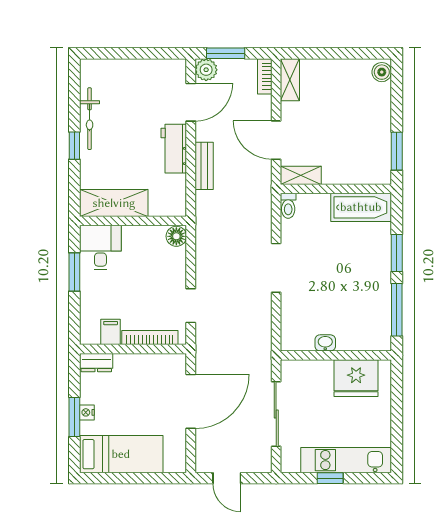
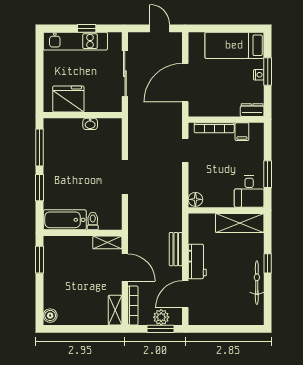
plant: (206, 70) -> (161, 317), moved
bookcase: (265, 76) -> (133, 306), width x1.56
toilet: (288, 206) -> (93, 221), moved

